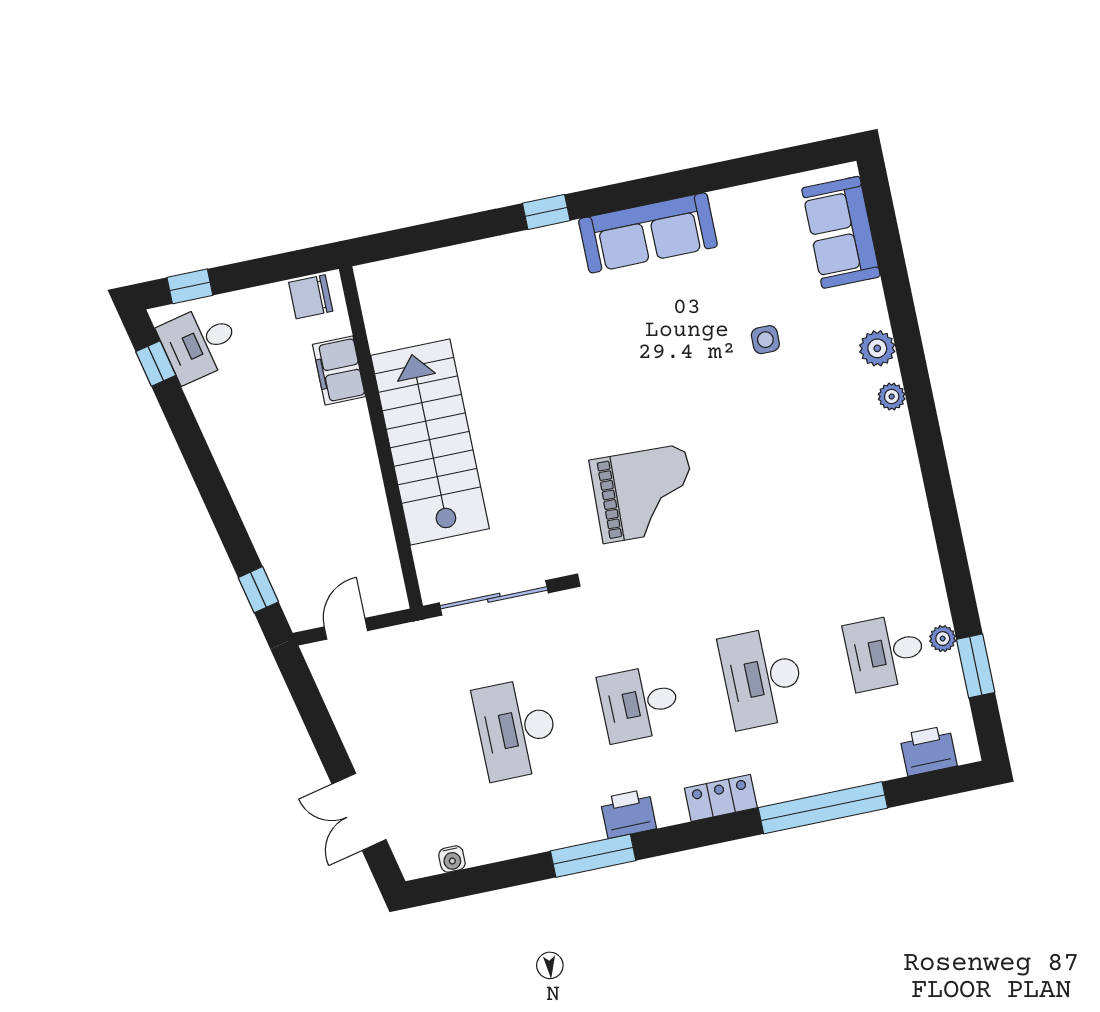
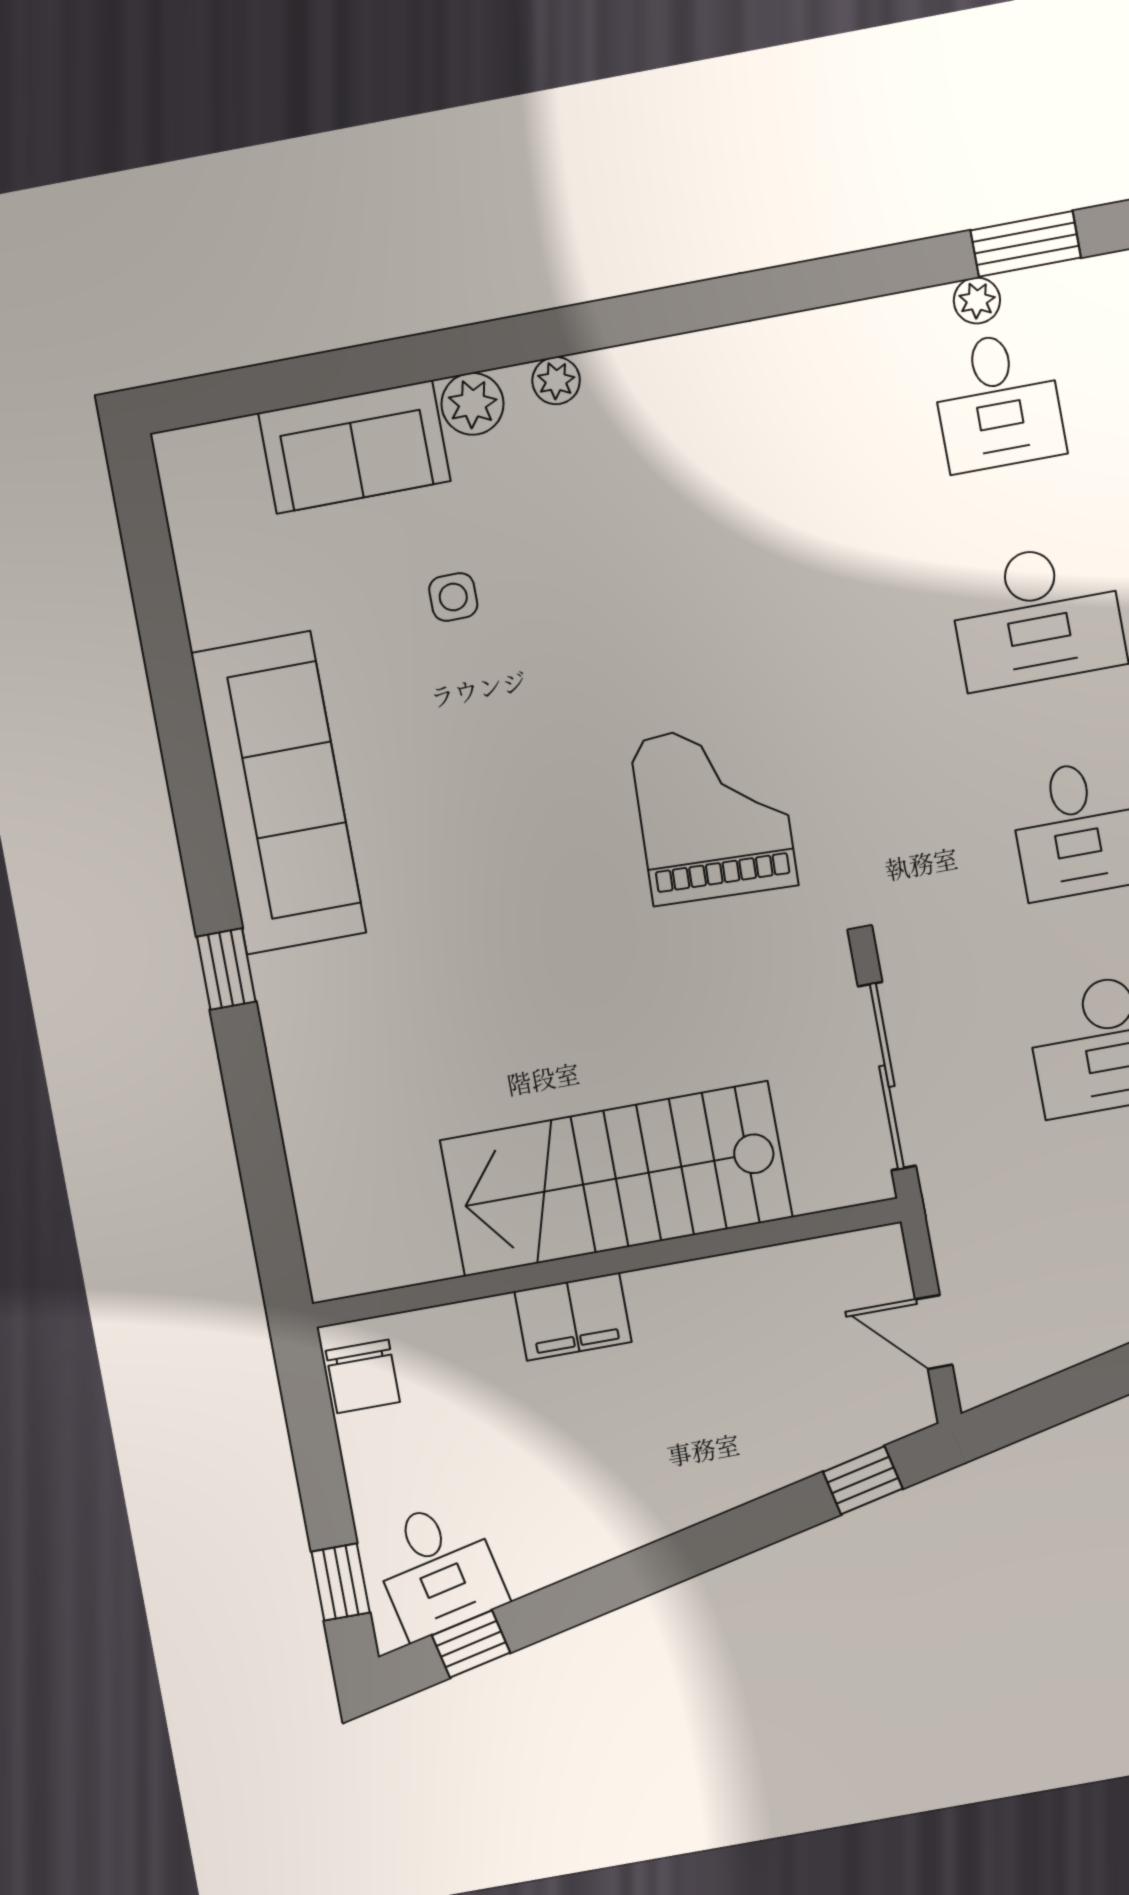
sofa: (841, 232) -> (354, 447), moved
sofa: (648, 233) -> (278, 793), width x1.36, depth x1.27
filing cabinet: (339, 371) -> (573, 1317), moved

